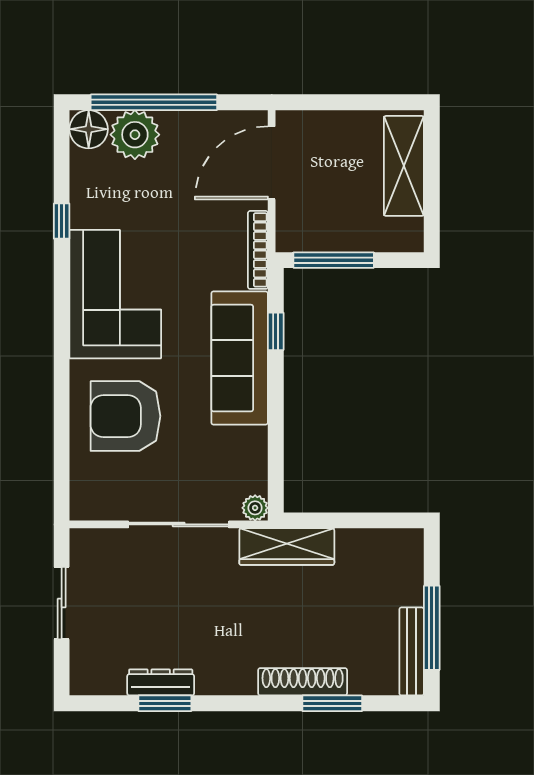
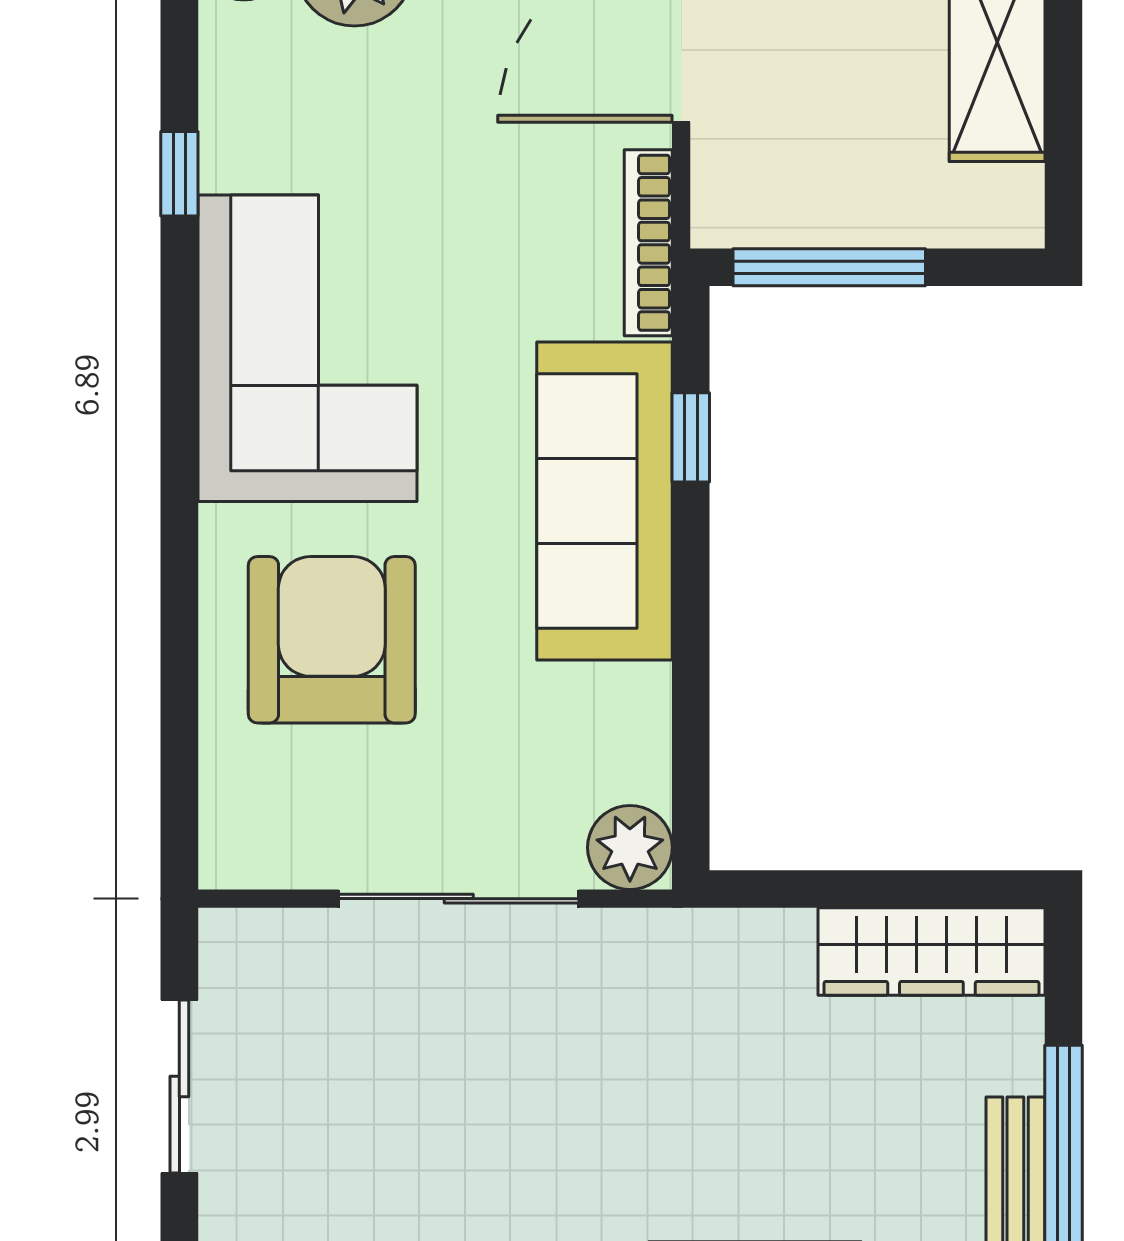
armchair: (125, 416) -> (332, 640), turned 90
plant: (255, 508) -> (630, 847), width x1.38, depth x1.38
wardrobe: (287, 547) -> (931, 951), moved

